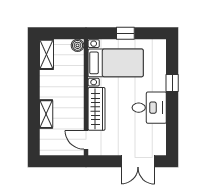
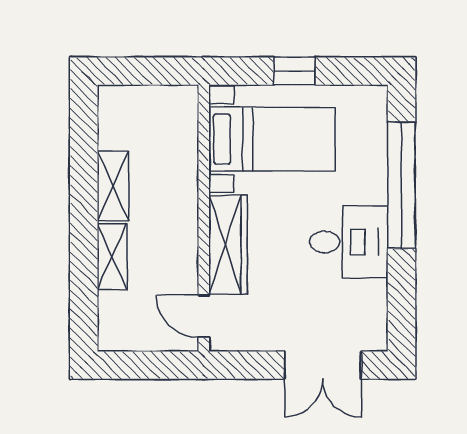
boiler: (78, 45) -> (184, 99), removed
shelving: (46, 54) -> (113, 186), moved
window: (172, 83) -> (401, 185), width x3.17

